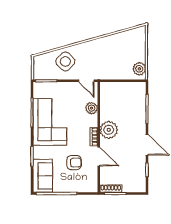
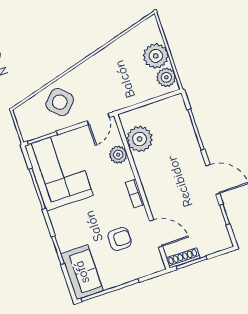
plant: (137, 53) -> (156, 56), added
door: (86, 81) -> (98, 119), hinge flipped
corner sofa: (50, 122) -> (59, 171), moved
plant: (109, 130) -> (140, 139), moved
door: (99, 157) -> (156, 234), moved

